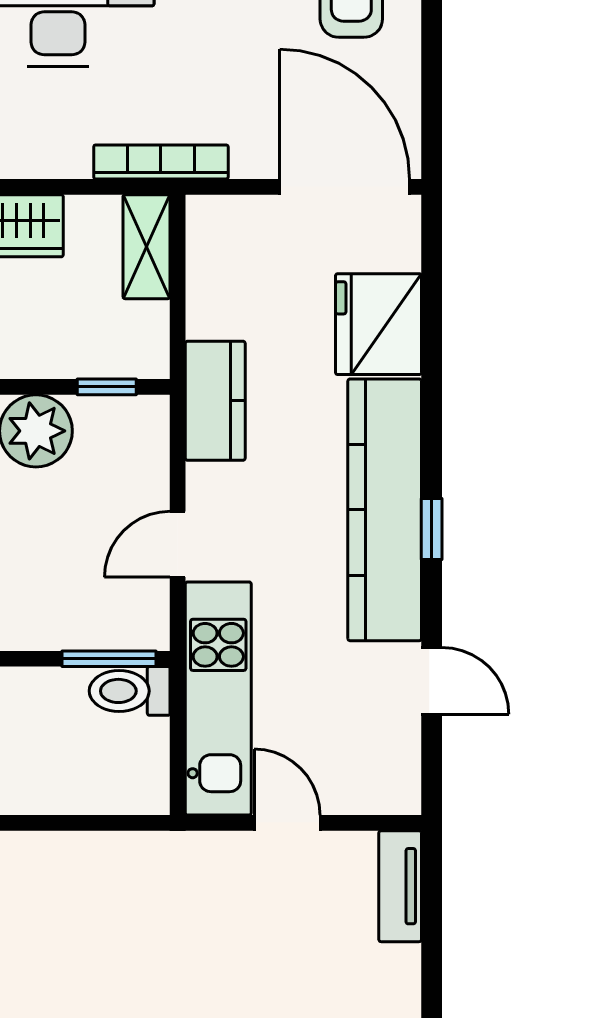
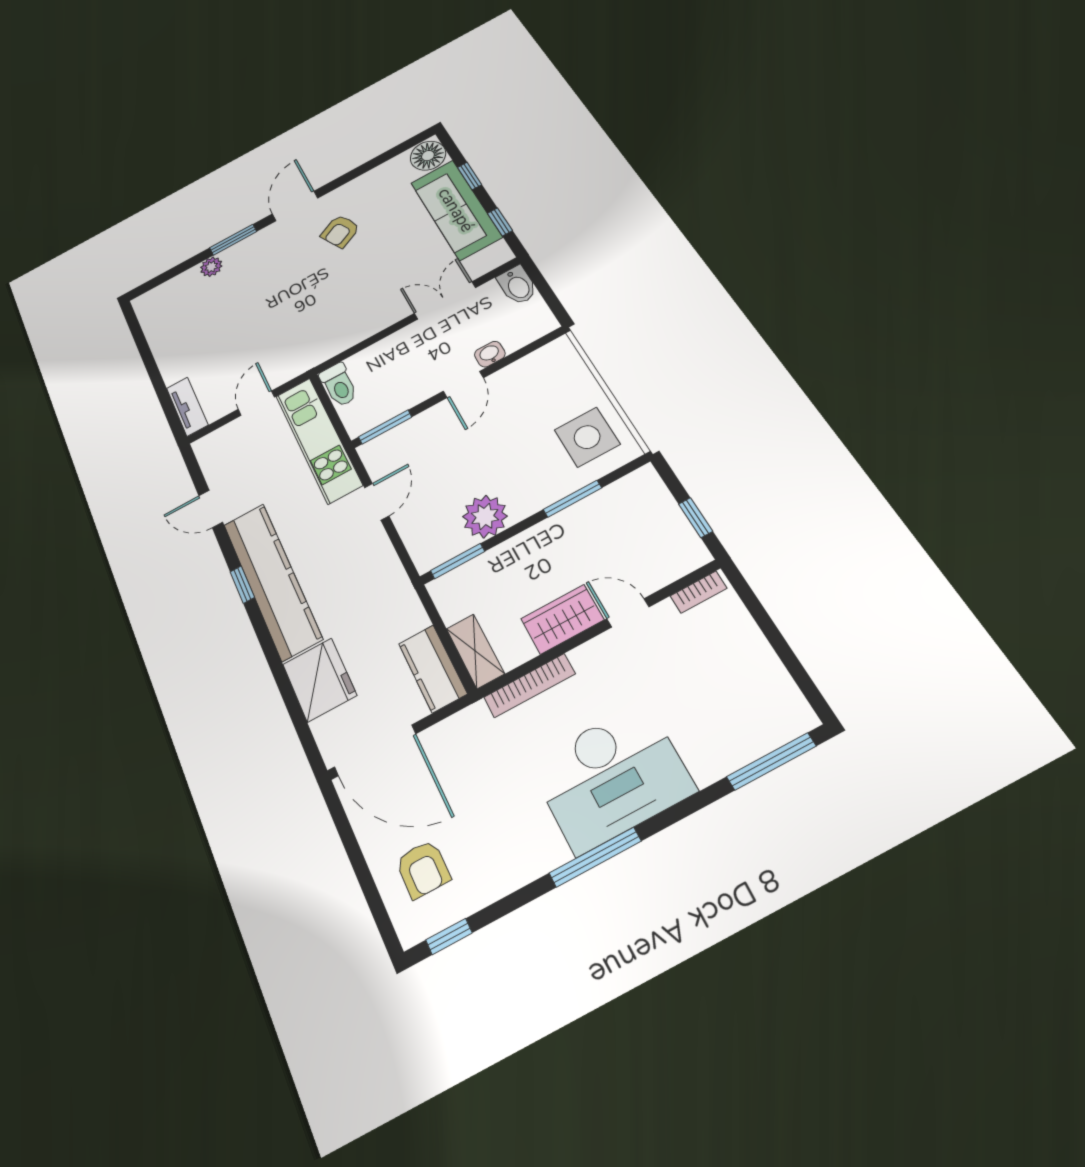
bookcase: (161, 162) -> (530, 685), moved
window: (107, 387) -> (458, 561), width x1.50
kitchen counter: (215, 401) -> (433, 669), moved
toilet: (130, 691) -> (339, 385), moved, turned 90
door: (287, 823) -> (256, 403), swing flipped

